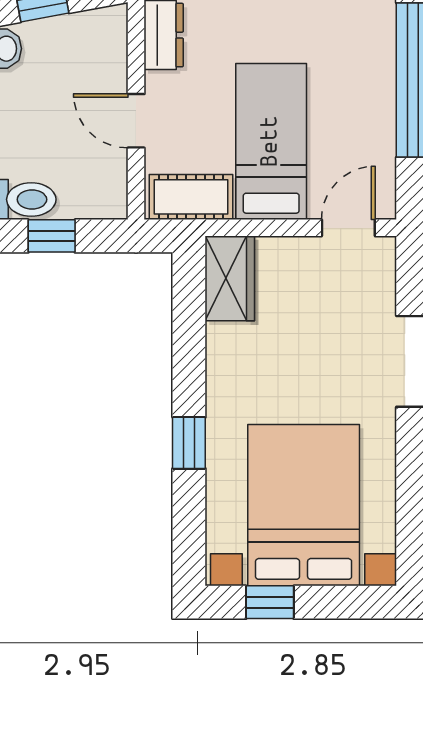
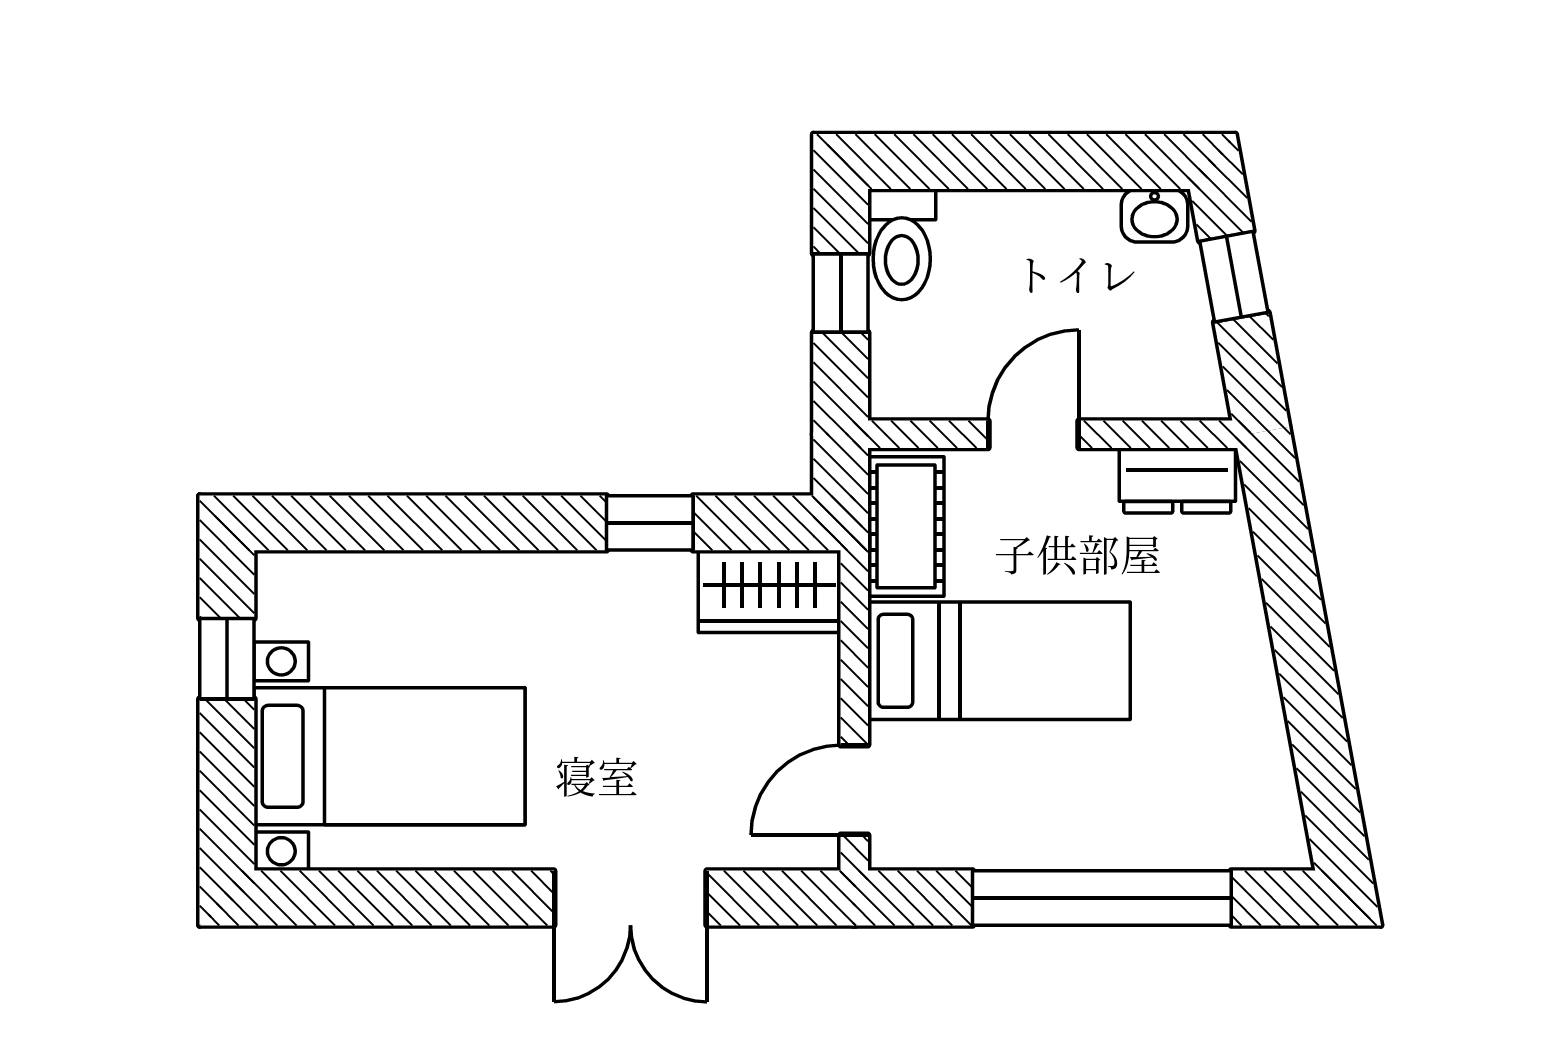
door: (348, 228) -> (854, 790), swing flipped
window: (189, 443) -> (650, 523), moved
bed with nightstands: (304, 505) -> (390, 756), width x0.73

